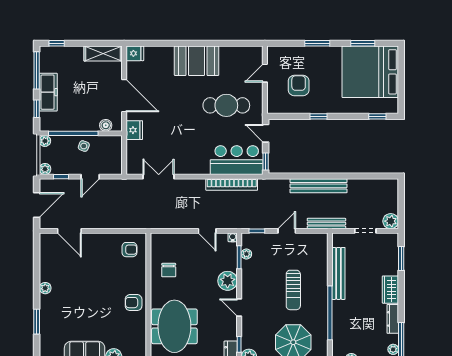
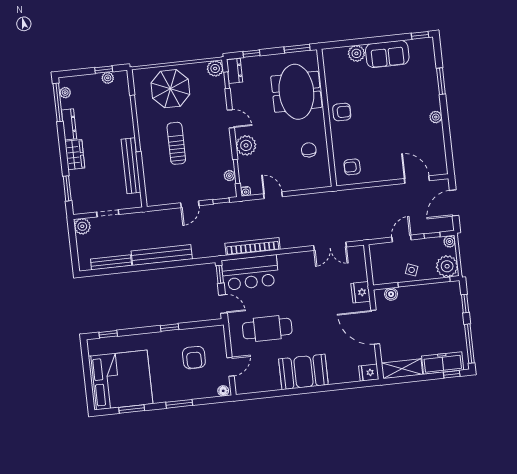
floor lamp: (274, 51) -> (223, 391), added
freezer: (48, 92) -> (443, 363), moved, turned 90
plant: (45, 141) -> (447, 266), width x1.88, depth x1.88
bench: (326, 224) -> (111, 262), moved

